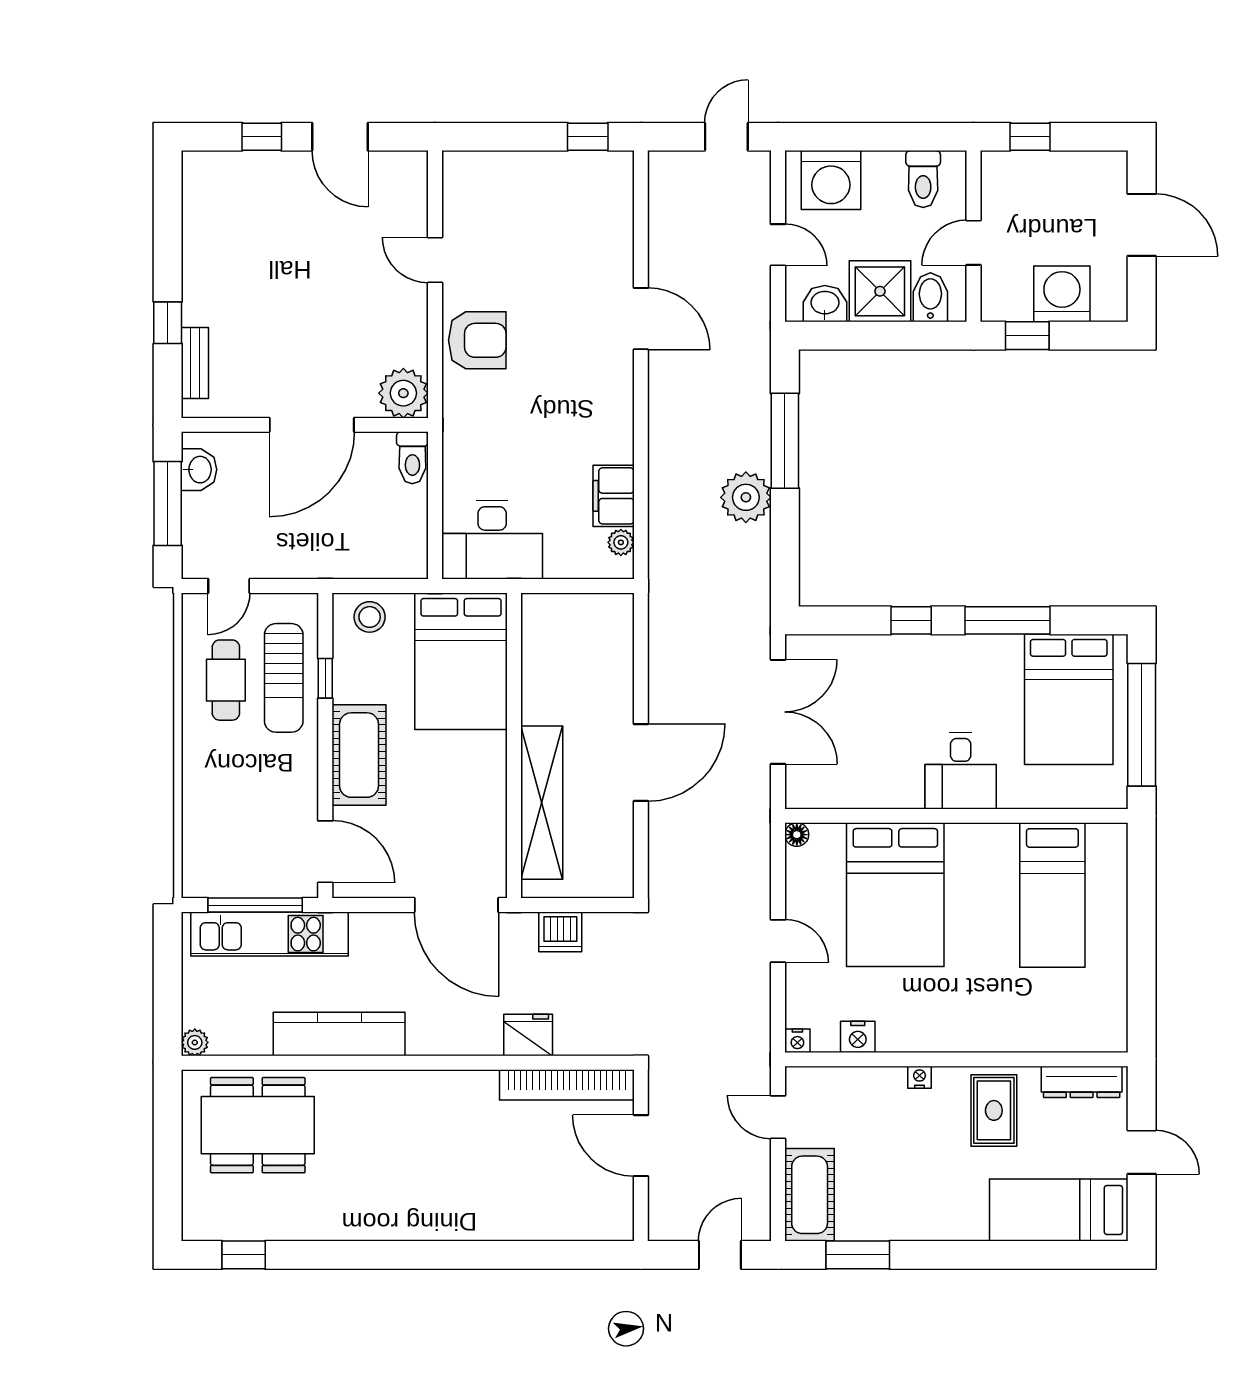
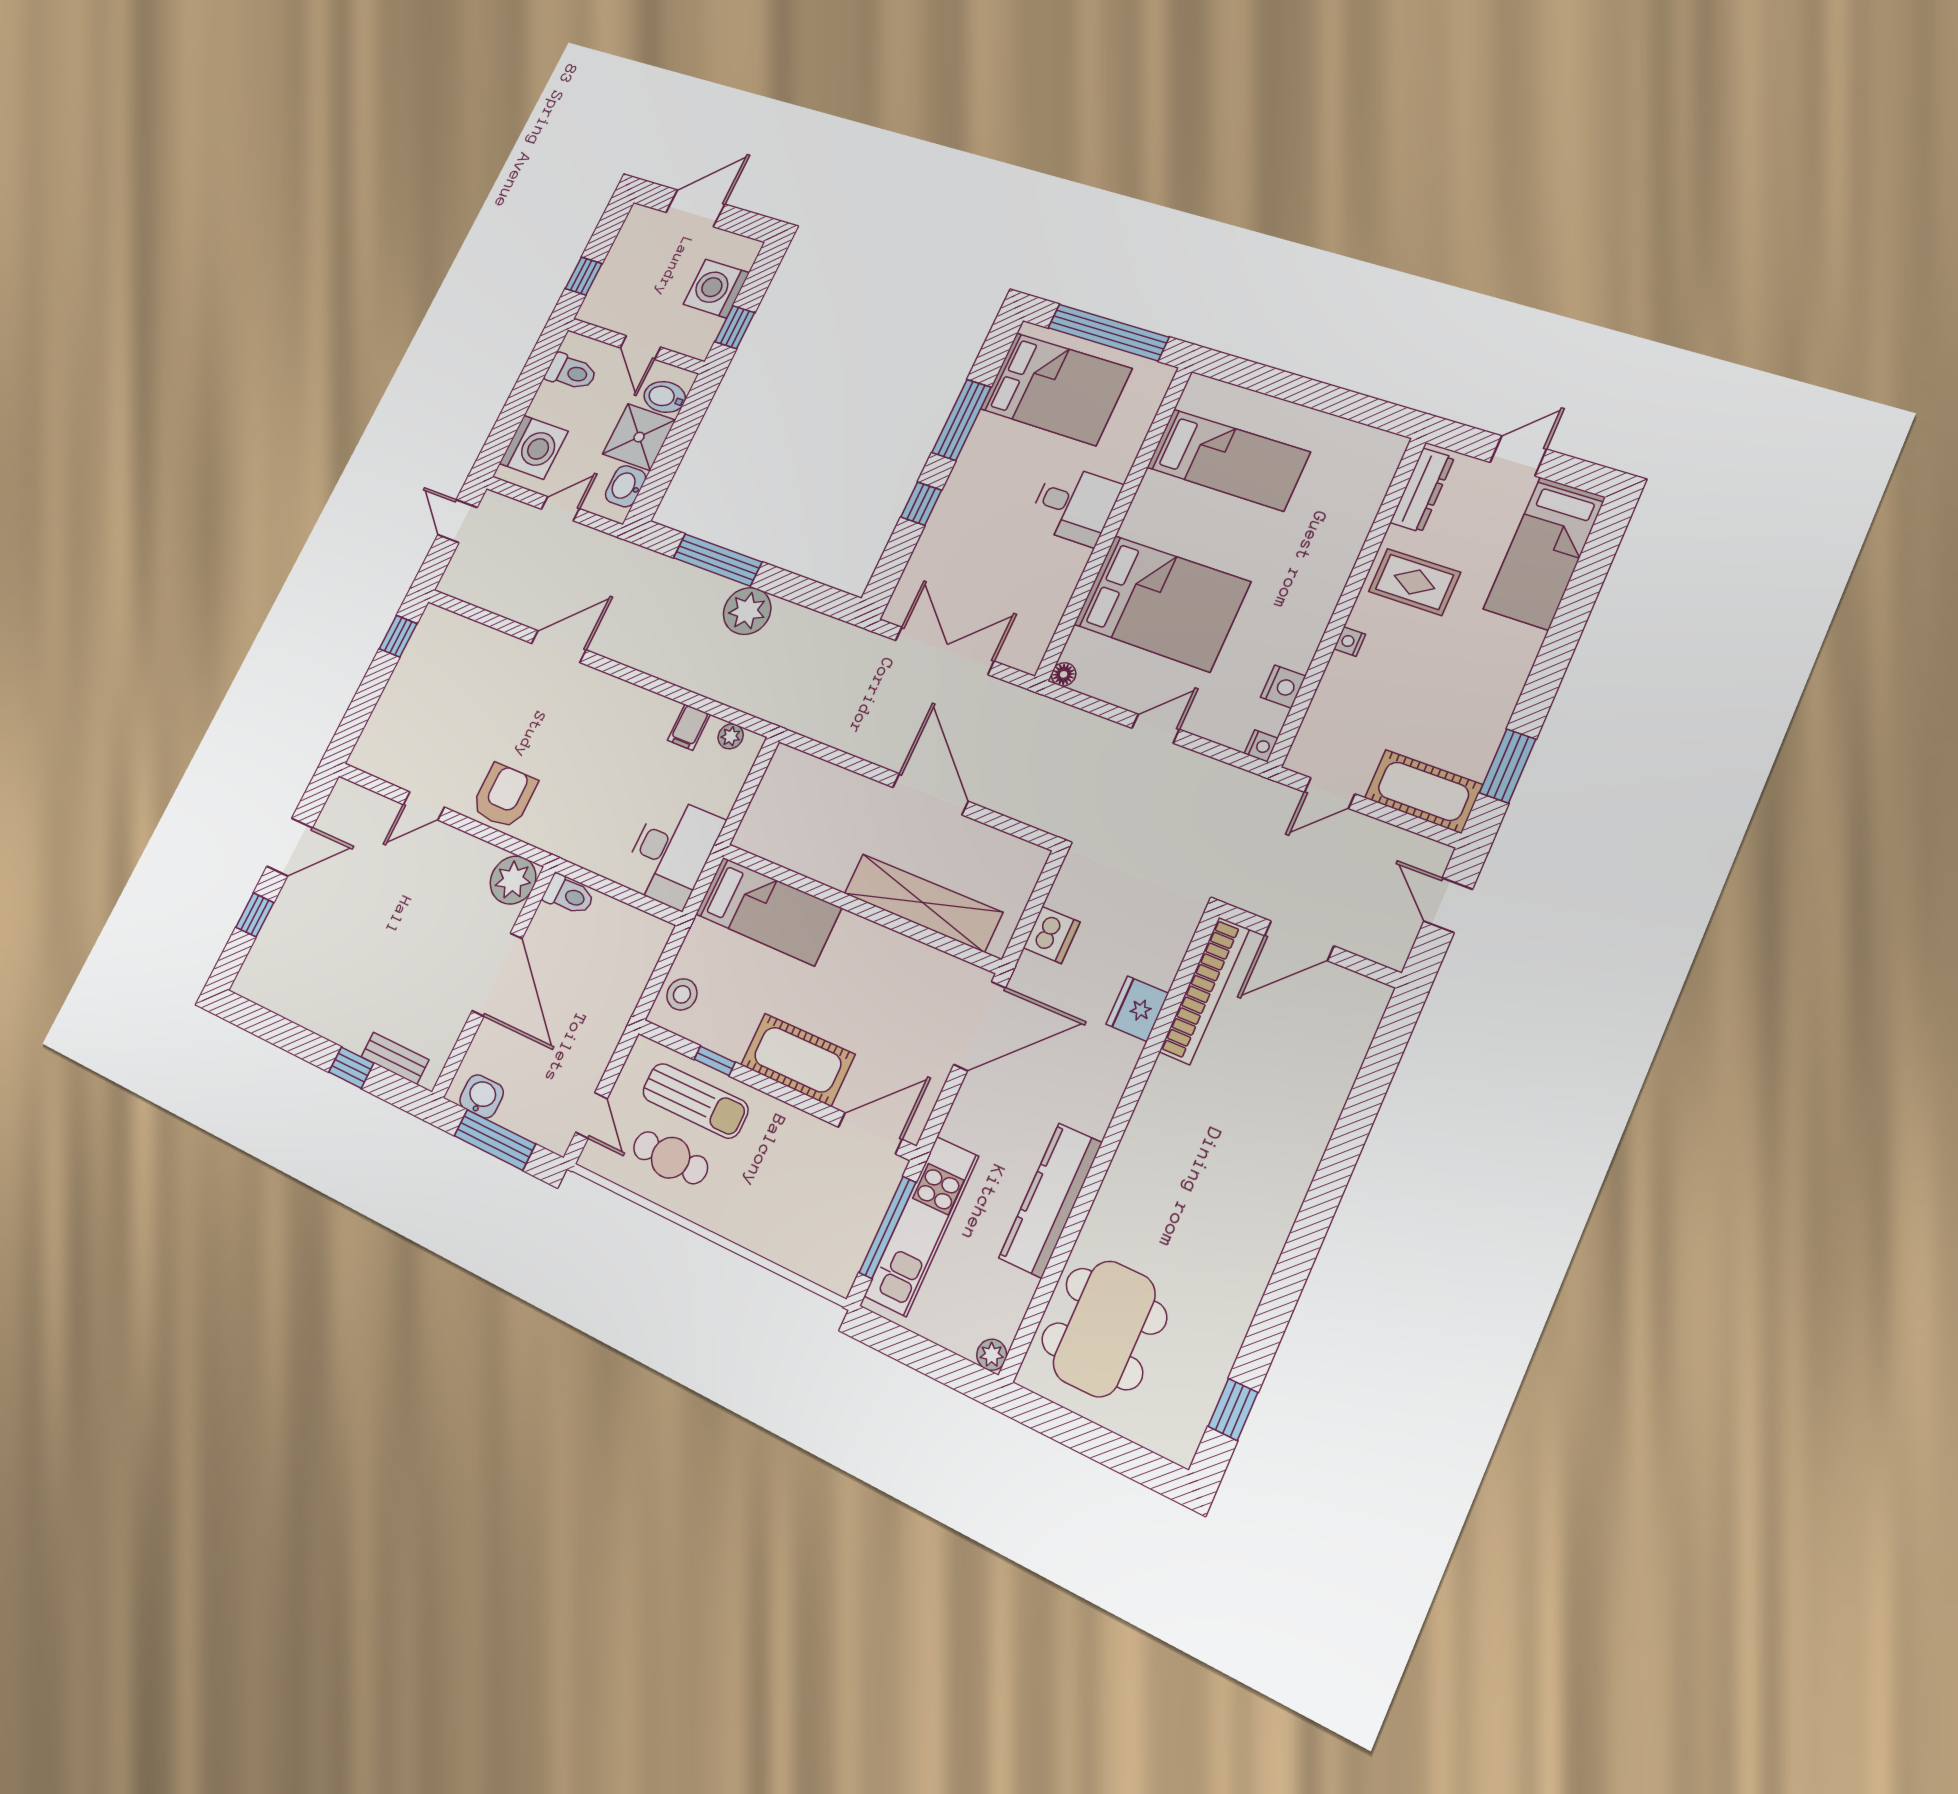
filing cabinet: (614, 496) -> (689, 727), width x0.50
bed: (461, 661) -> (768, 911), width x0.67

